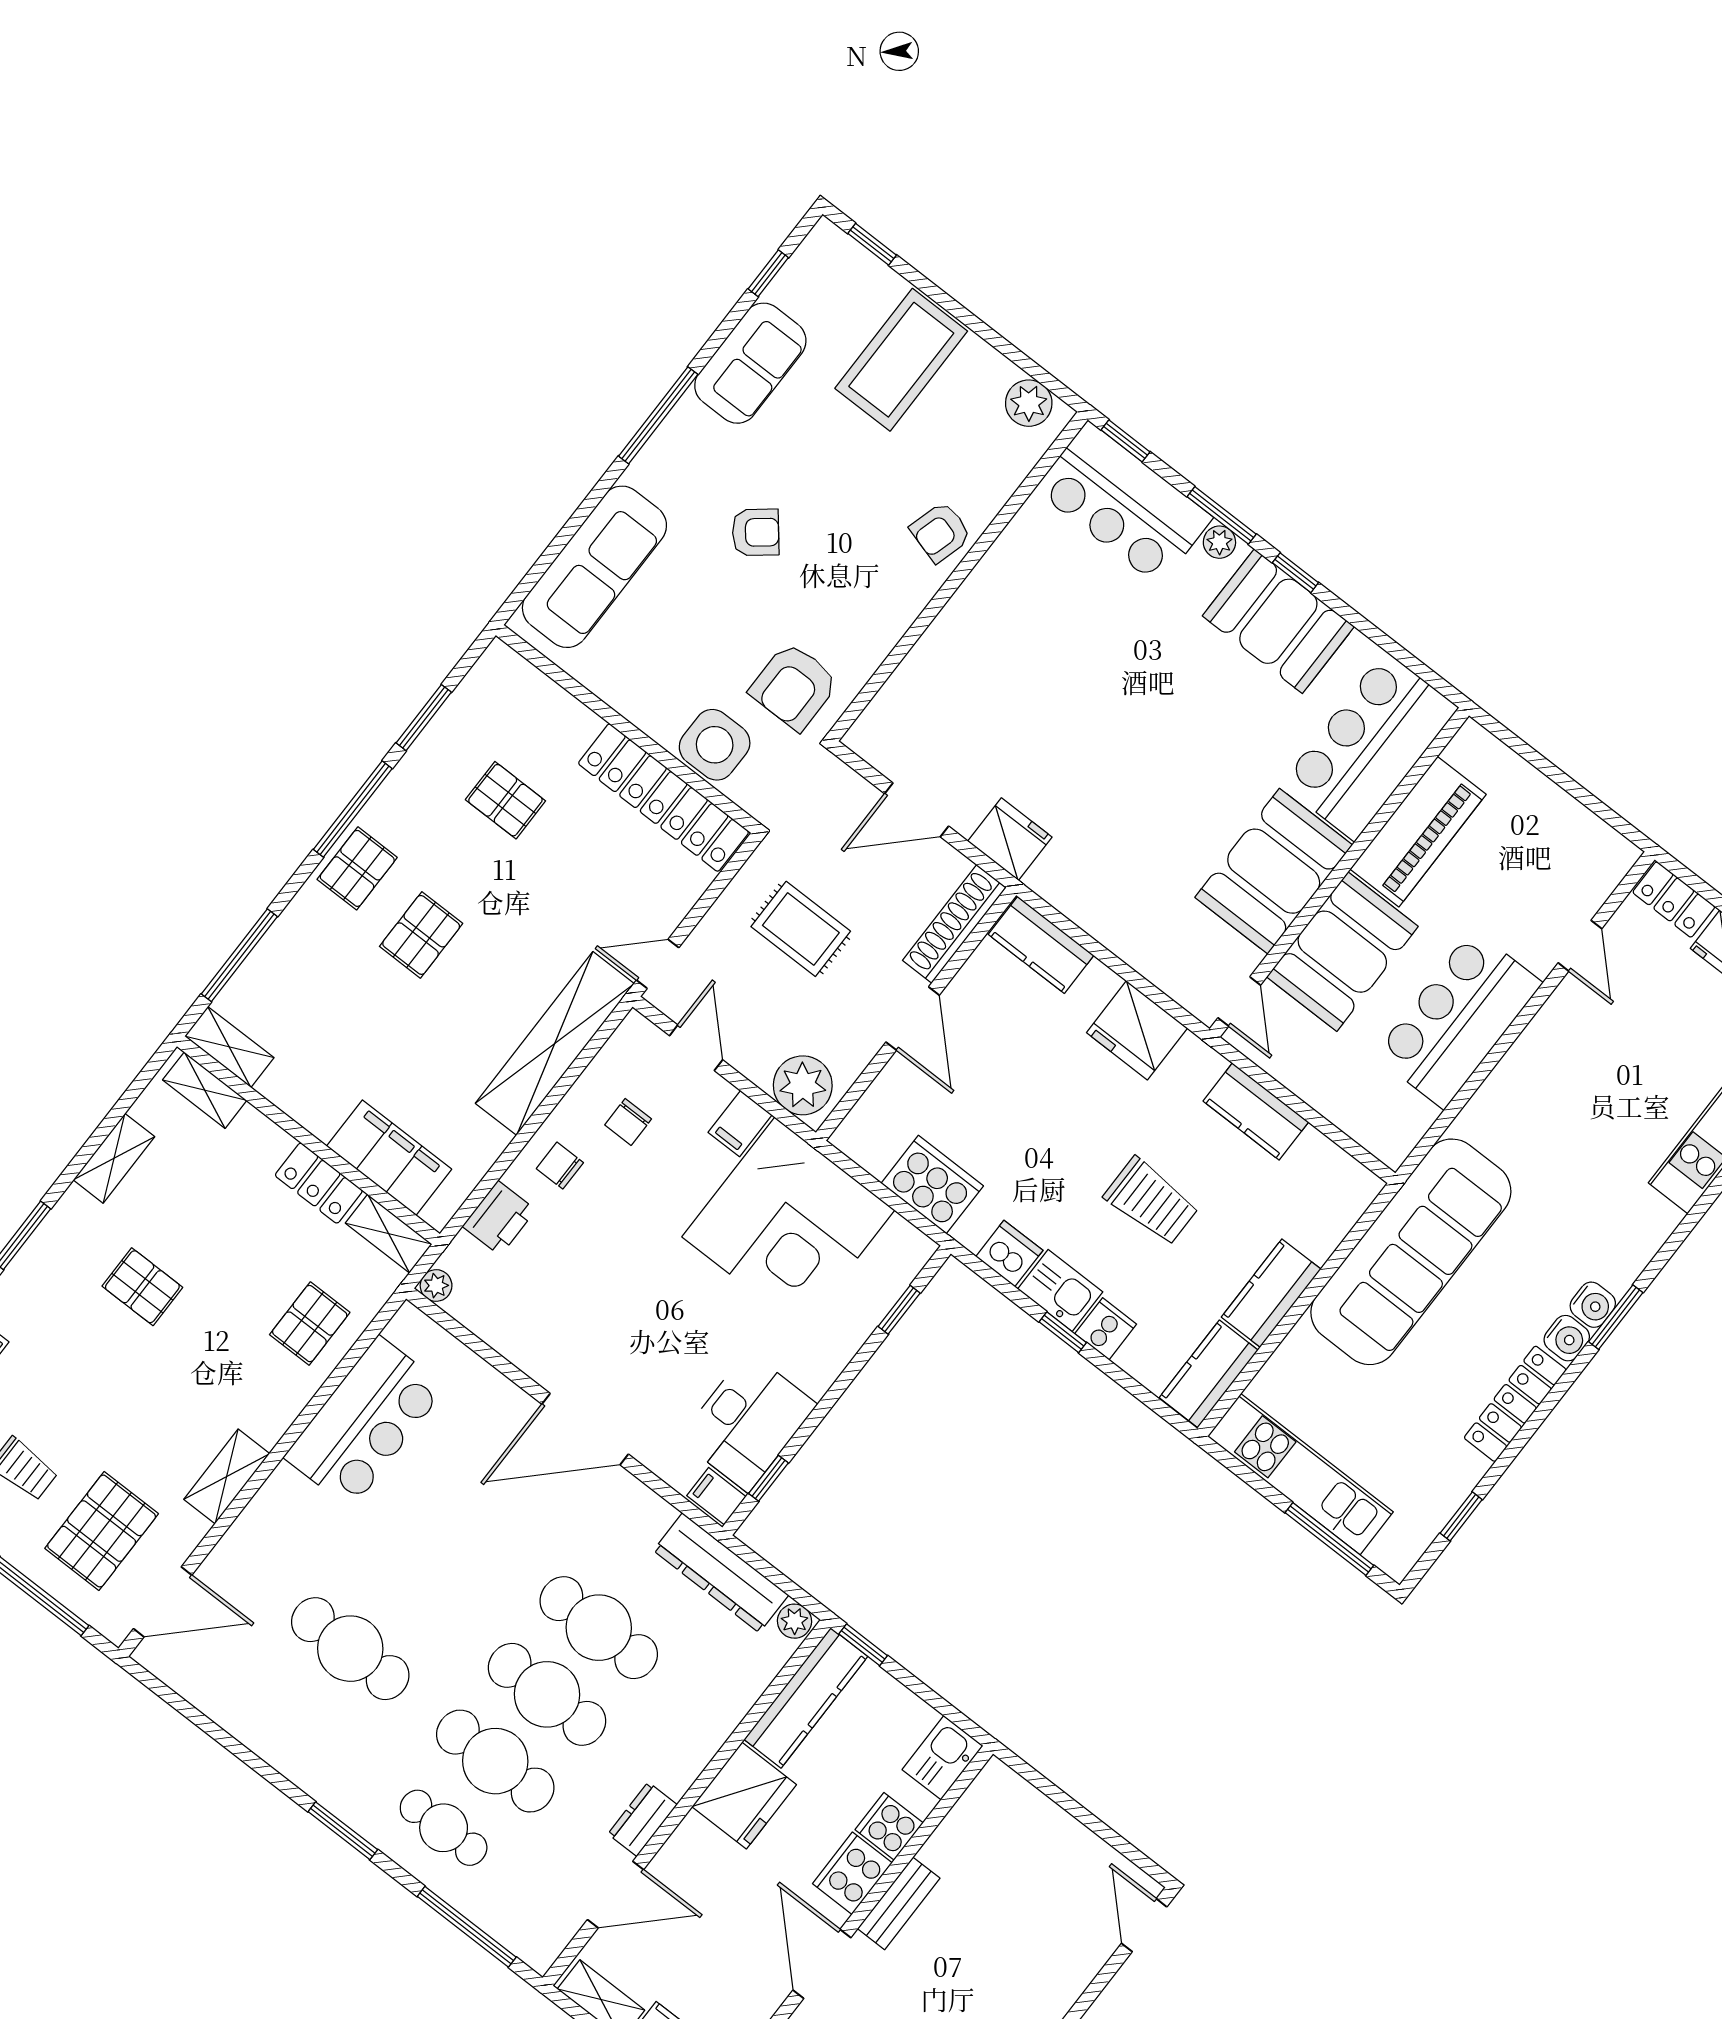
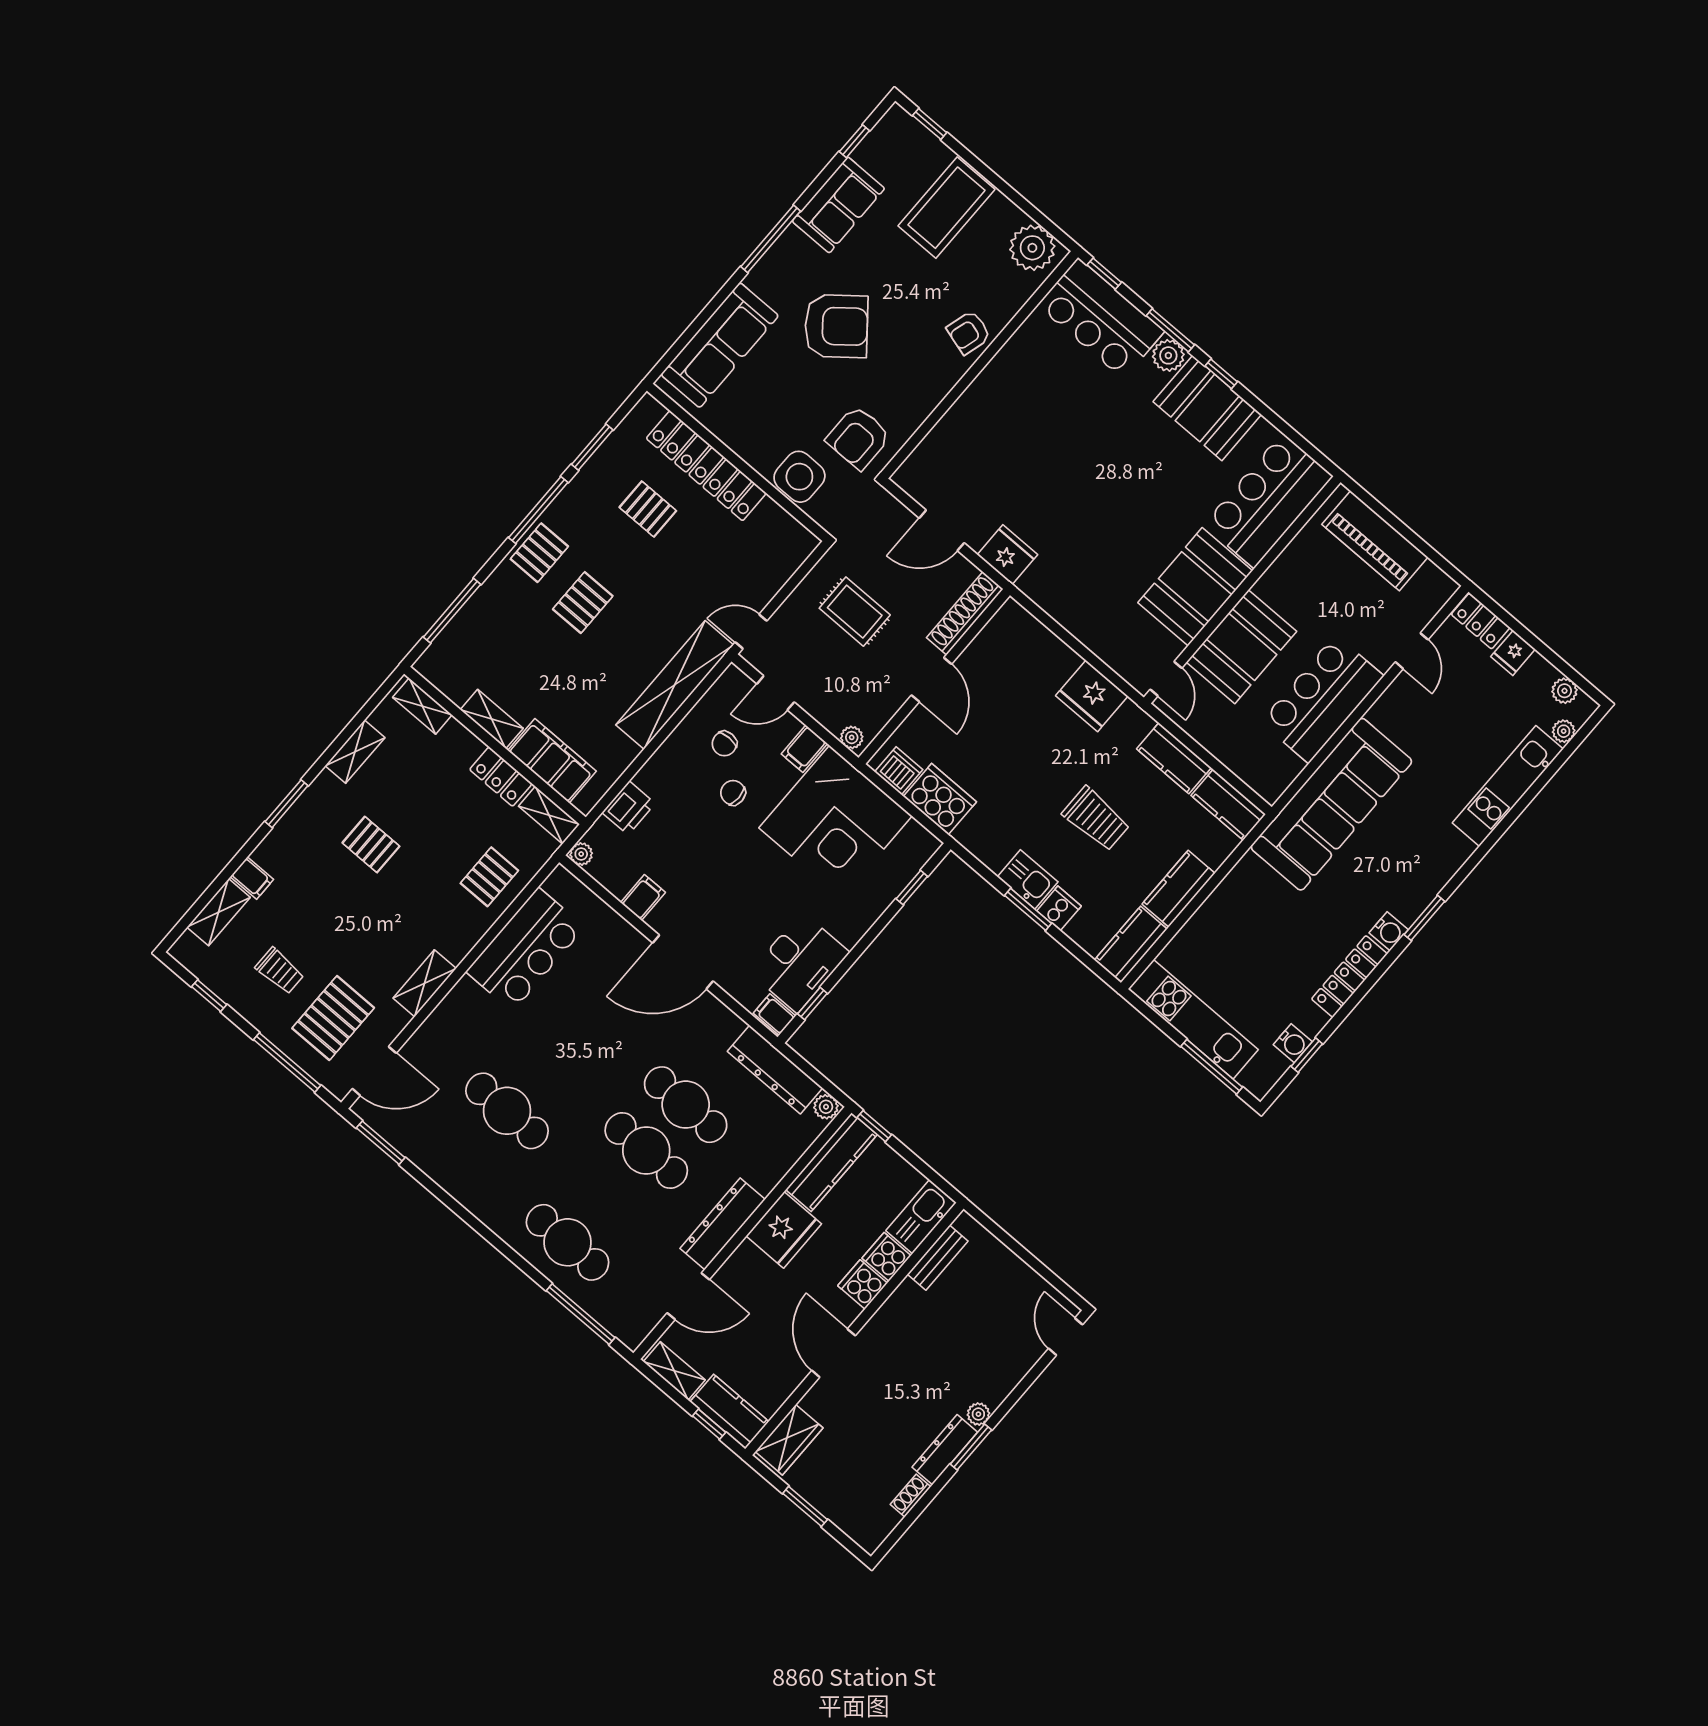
plant: (1029, 403) -> (1032, 248), width x1.36, depth x1.36
armchair: (756, 532) -> (836, 326), width x1.88, depth x1.88
plant: (1219, 542) -> (1168, 355), width x1.38, depth x1.38
locker: (664, 798) -> (706, 466), moved
piano: (1418, 832) -> (1375, 541), moved, turned 90
kitchen counter: (1041, 945) -> (1228, 805), moved
shelving: (229, 1047) -> (492, 719), moved
door: (696, 1048) -> (776, 693), swing flipped
plant: (803, 1085) -> (852, 737), width x0.53, depth x0.53
chair: (560, 1166) -> (733, 793), moved
sofa: (1411, 1252) -> (1331, 804), moved
dishwasher: (1009, 1253) -> (899, 771), moved
water cooler: (1593, 1305) -> (1293, 1043), moved
window: (1063, 1332) -> (1028, 909), width x1.50
filing cabinet: (525, 1342) -> (643, 898), added
kitchen sink: (943, 1758) -> (921, 1217), width x1.38
cafe table: (495, 1761) -> (607, 1196), removed
dresser: (642, 1819) -> (723, 1224), width x1.96, depth x1.24
cafe table: (444, 1828) -> (568, 1242), width x1.37, depth x1.35
window: (343, 1831) -> (381, 1143), moved
cooker: (852, 1873) -> (863, 1284), width x0.73
bench: (899, 1903) -> (938, 1258), moved

